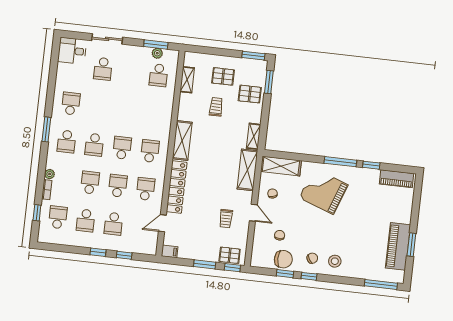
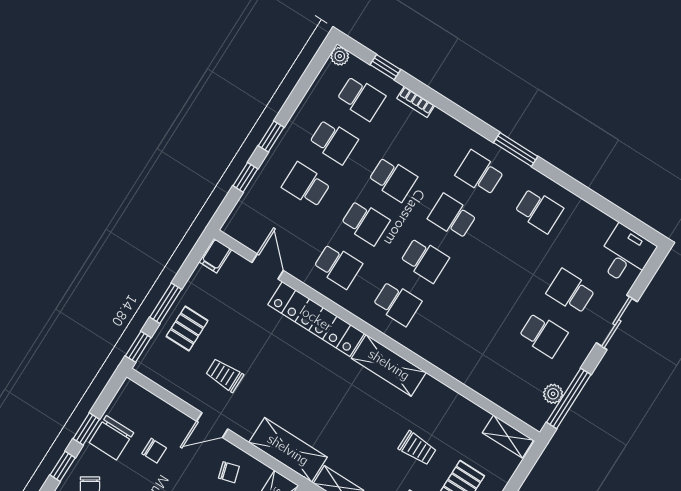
window: (156, 44) -> (569, 398), width x1.44
school desk: (159, 75) -> (543, 335), moved, turned 180
shelving: (187, 80) -> (508, 437), moved
plant: (50, 174) -> (340, 56), moved
school desk: (86, 221) -> (334, 142), turned 180
pallet: (230, 255) -> (187, 328), moved

